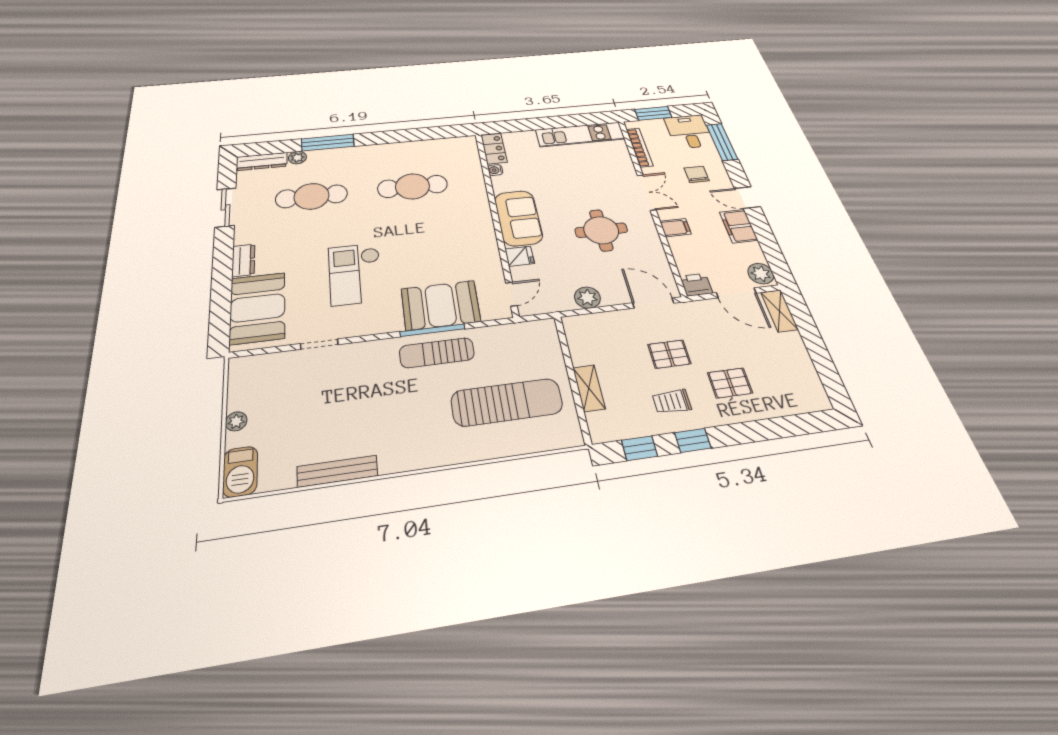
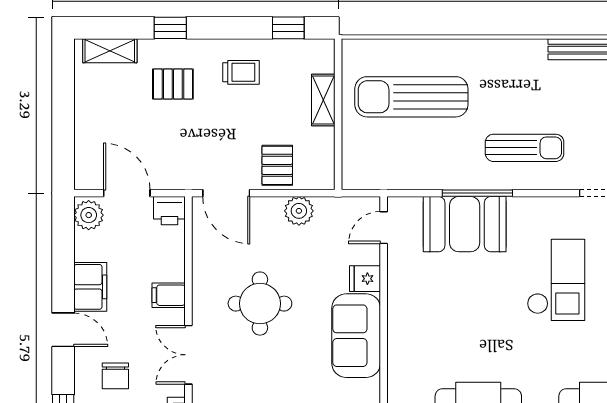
shelving: (779, 311) -> (110, 51), moved, turned 90
sun lounger: (437, 353) -> (525, 148), moved
pallet: (669, 354) -> (277, 165), moved, turned 90
window: (693, 440) -> (170, 28), moved

